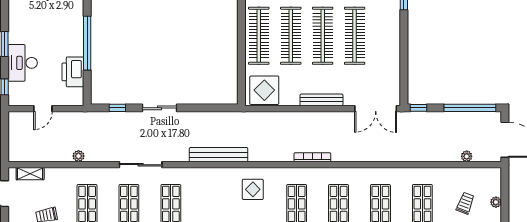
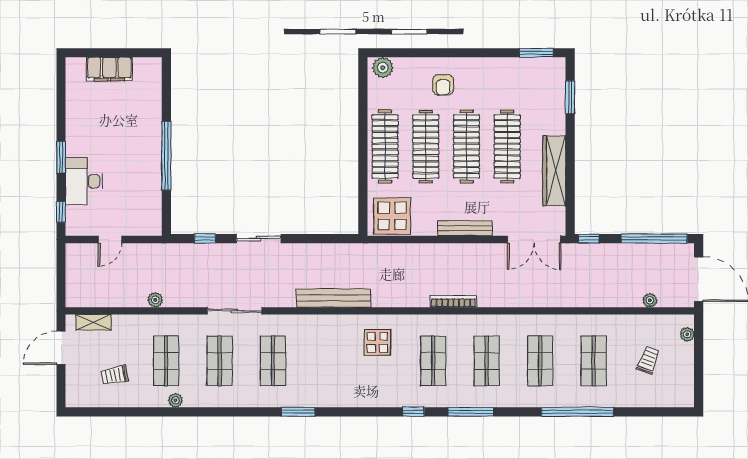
wardrobe: (391, 55) -> (554, 171), added
printer: (73, 72) -> (148, 193), removed
plant: (496, 202) -> (687, 334), moved

